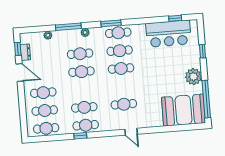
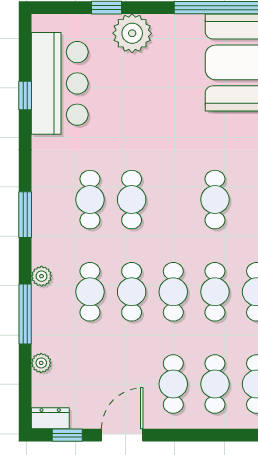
window: (175, 18) -> (25, 96), moved
cafe table: (118, 33) -> (173, 292), moved
dresser: (25, 52) -> (50, 418), moved
plant: (193, 77) -> (132, 33), moved

